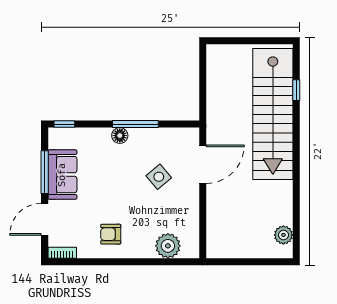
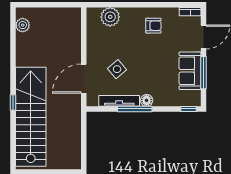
window: (296, 90) -> (13, 102), moved
tv unit: (156, 135) -> (119, 101), added

